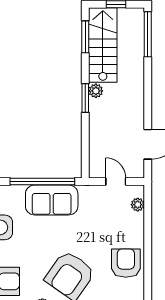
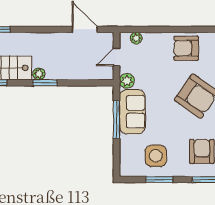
window: (42, 182) -> (117, 120), width x0.68
plant: (88, 194) -> (127, 81), added

